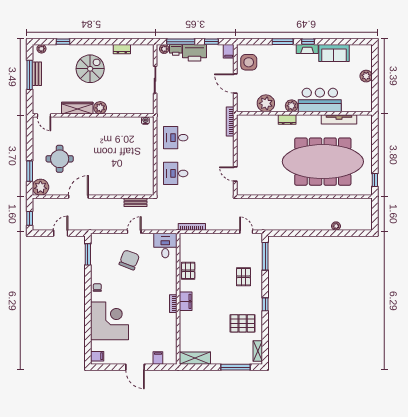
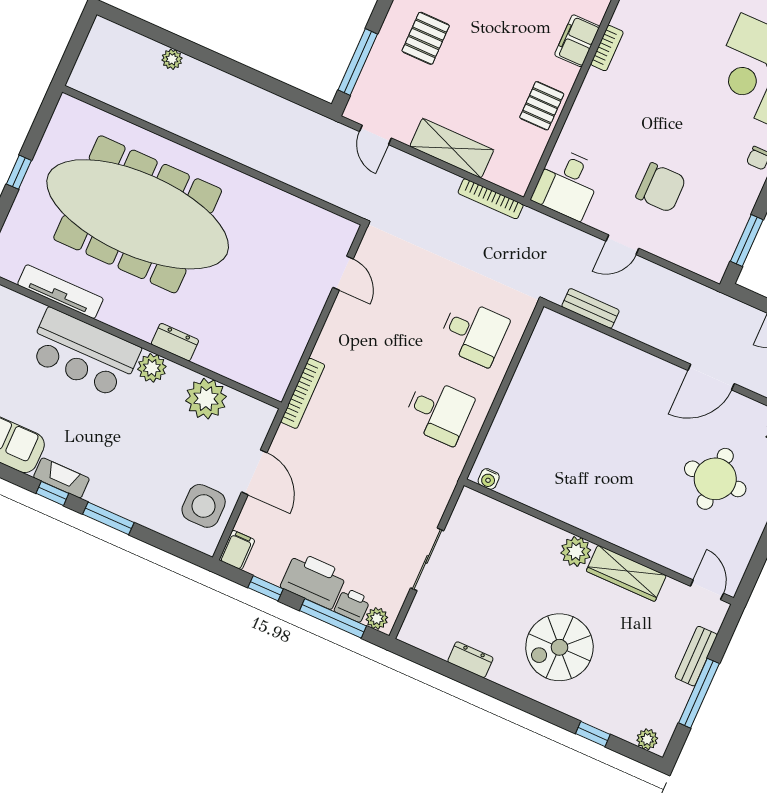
bench: (37, 74) -> (696, 656), moved
window: (375, 180) -> (19, 172), moved
shelving: (215, 240) -> (452, 148), added
chair: (129, 260) -> (661, 188), turned -111

